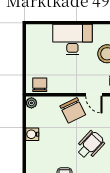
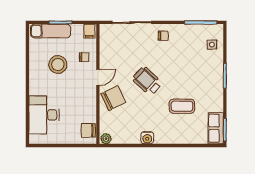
desk: (72, 40) -> (44, 115), moved
water cooler: (32, 134) -> (147, 138), moved

